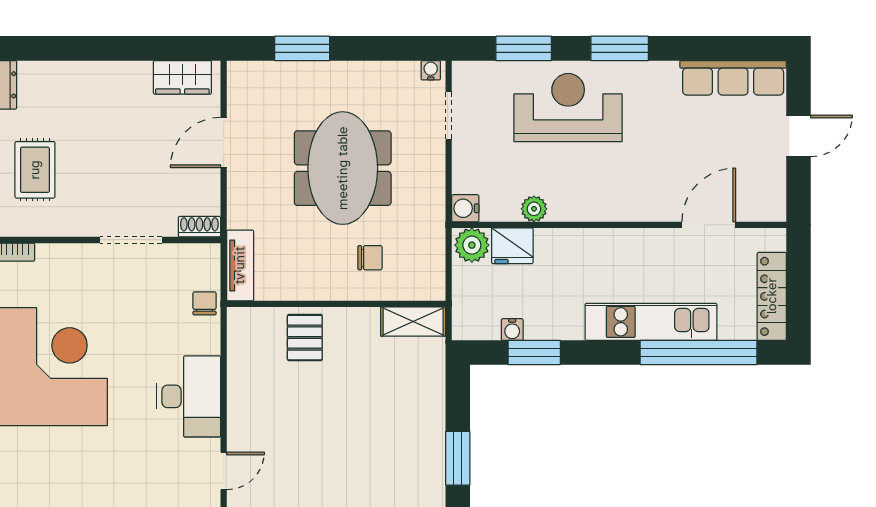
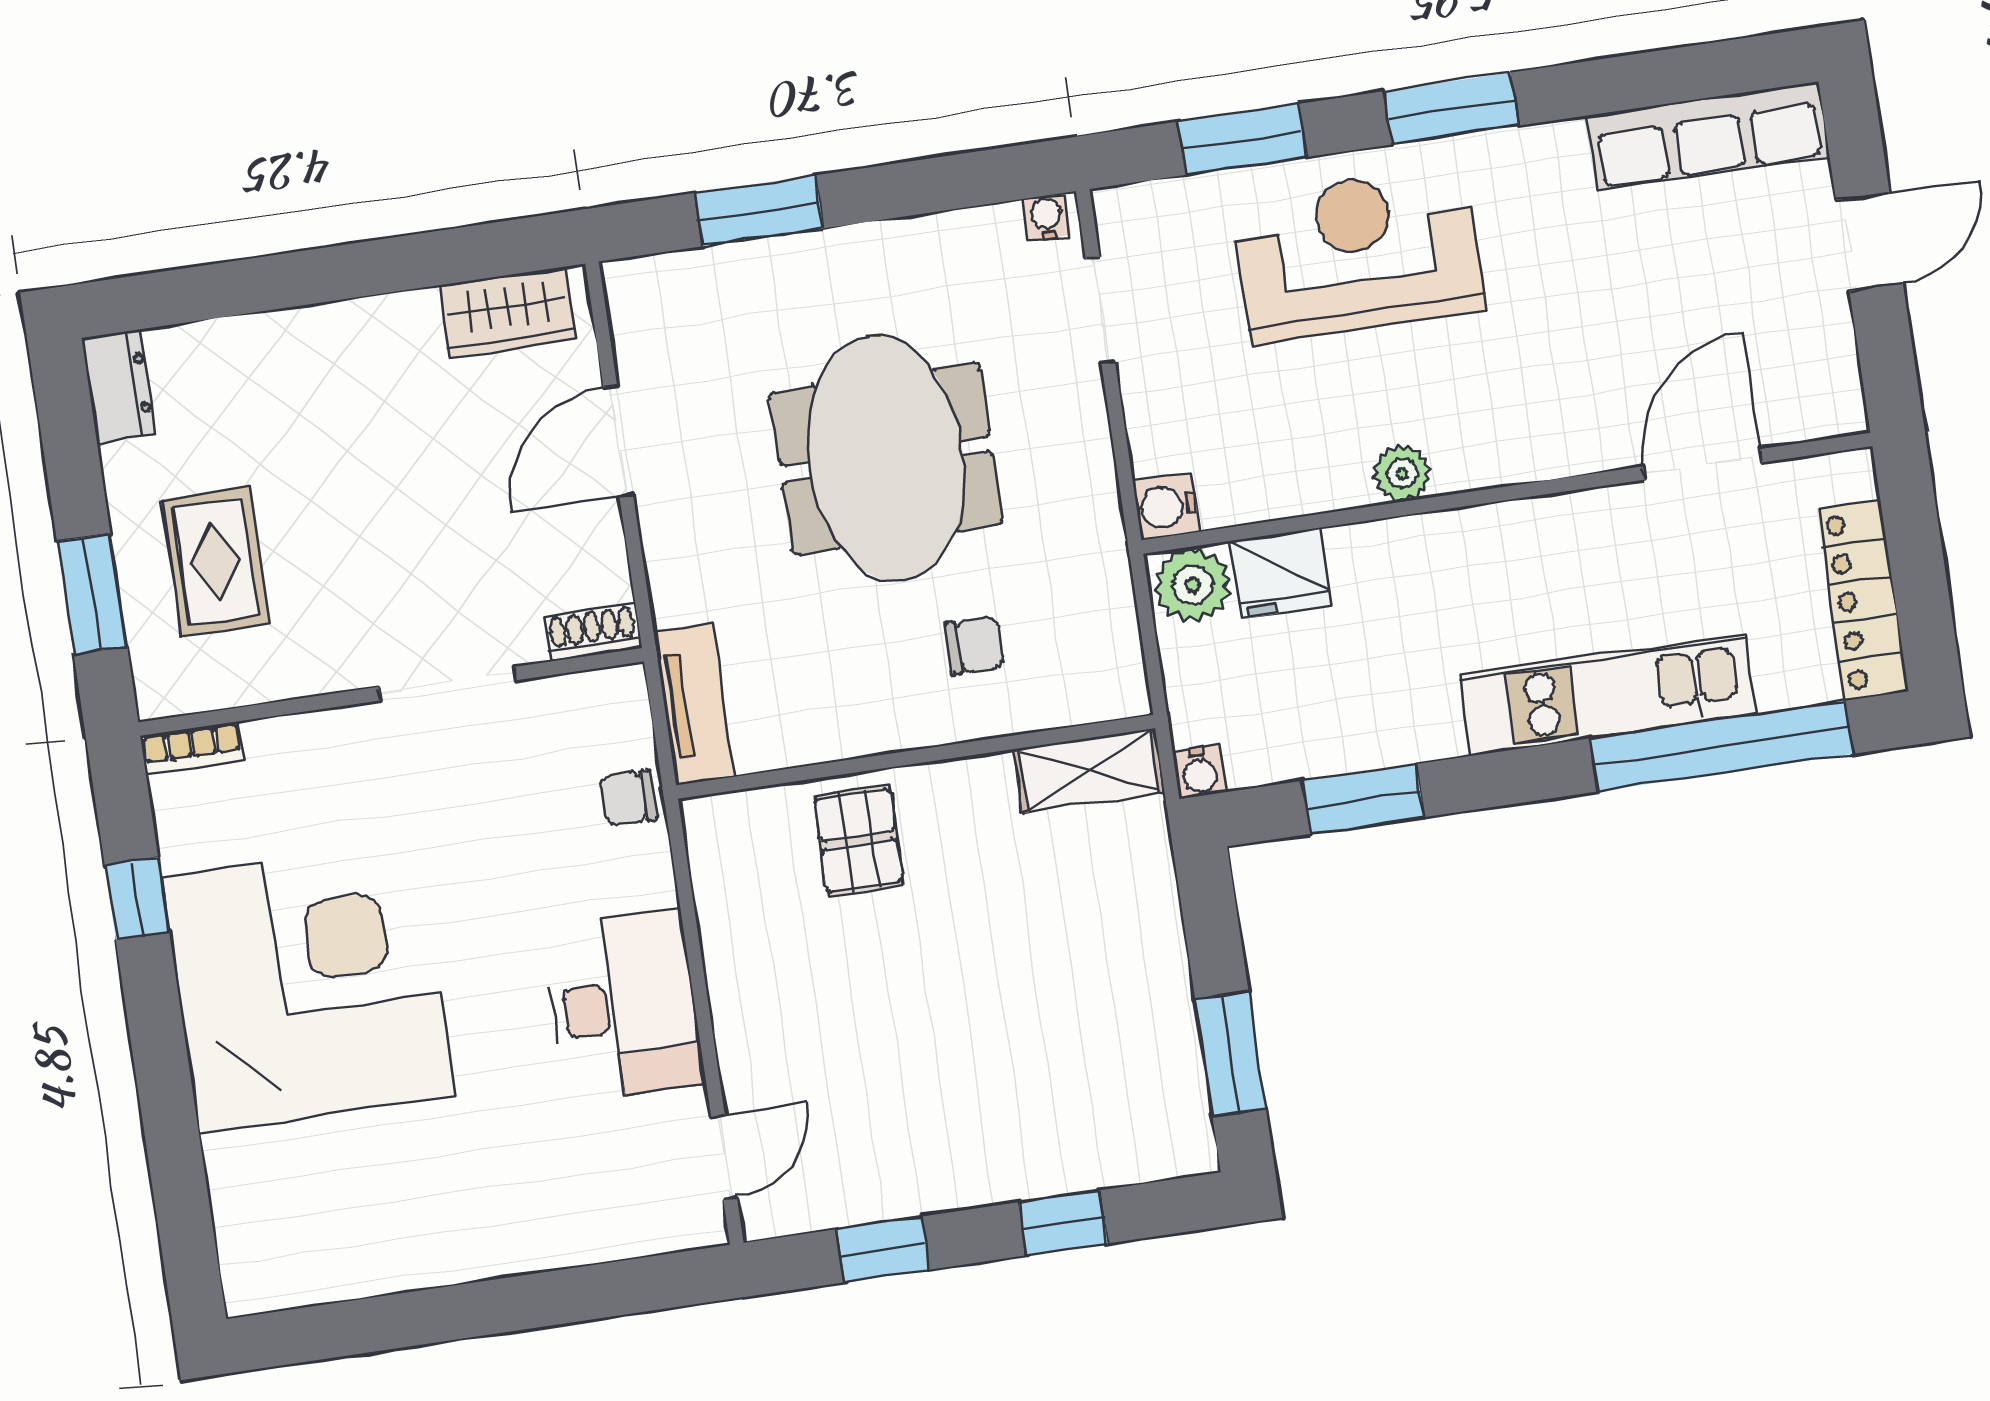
plant: (534, 209) -> (1402, 473), moved
chair: (204, 303) -> (628, 798), turned -90
water cooler: (512, 330) -> (1199, 772), moved

